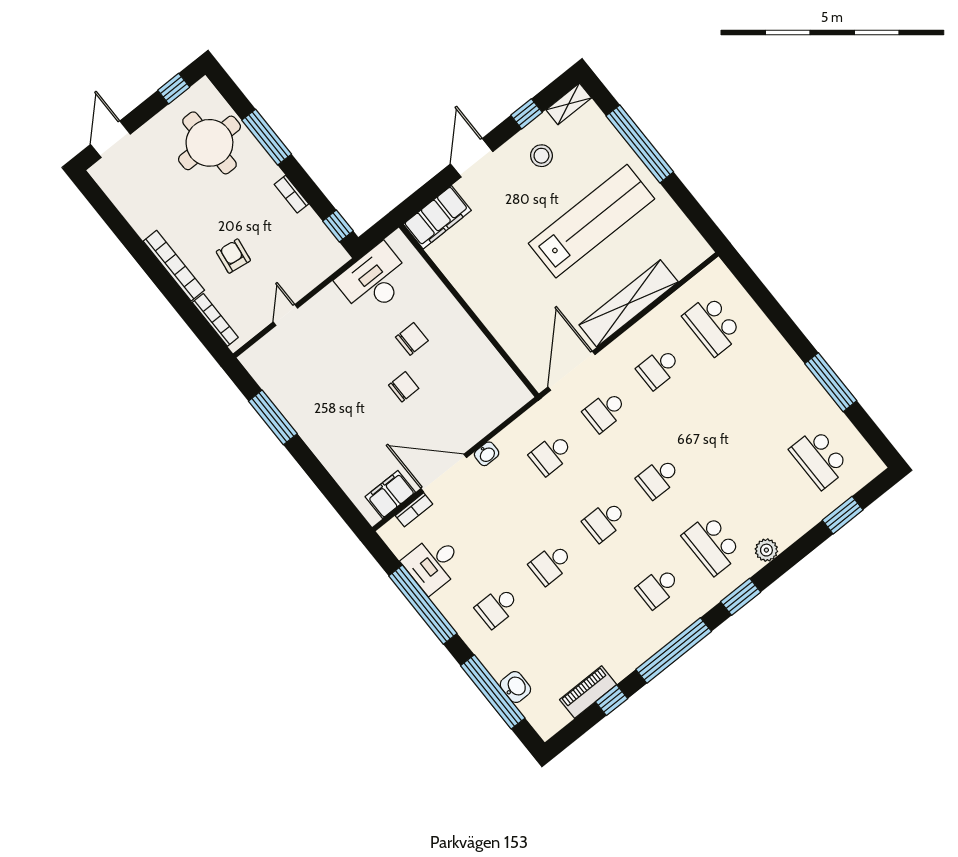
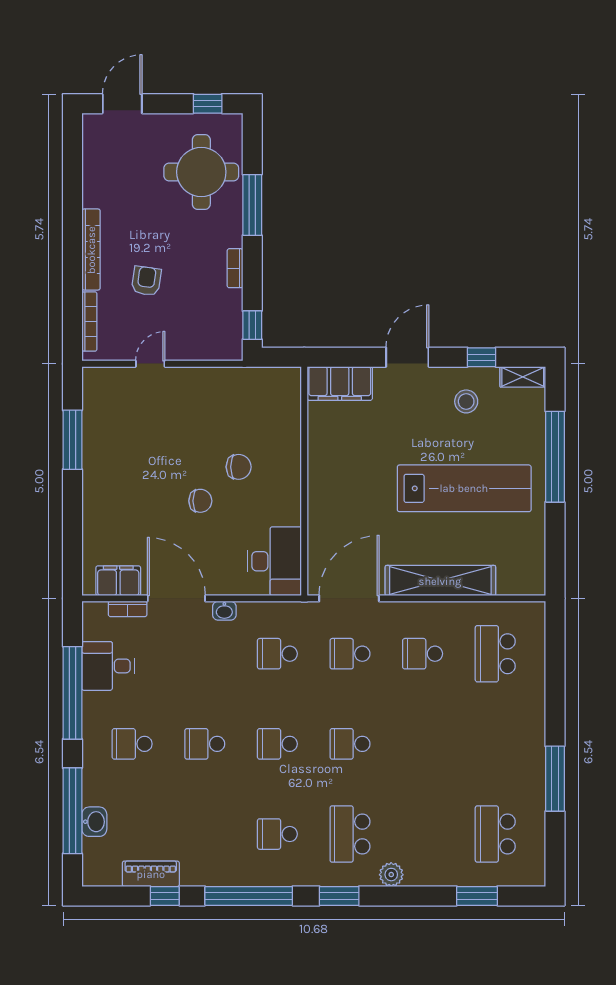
desk: (374, 280) -> (274, 561), moved, turned 90

